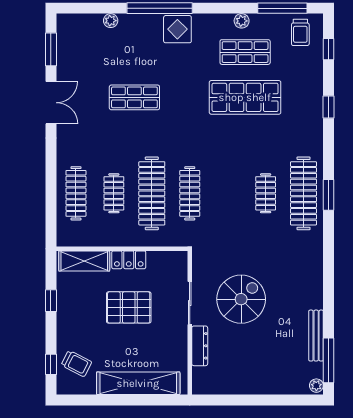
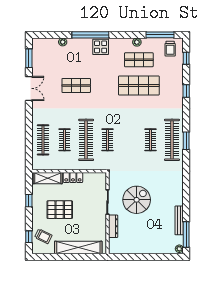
clothes rail: (190, 193) -> (108, 140), width x0.73
pallet: (129, 307) -> (60, 210), moved

